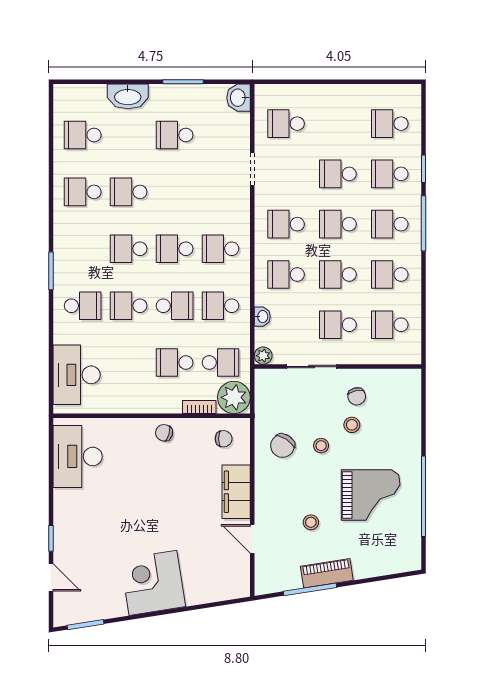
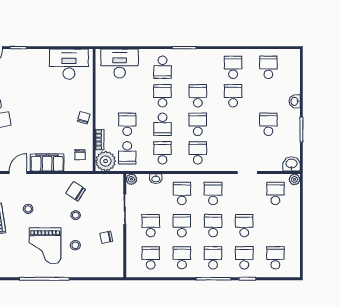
plant: (263, 93) -> (294, 179), added
washbasin: (128, 96) -> (295, 101), width x0.52, depth x0.69
stool: (352, 425) -> (75, 245), moved

